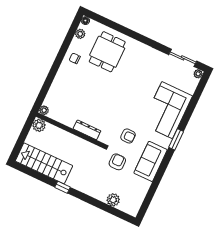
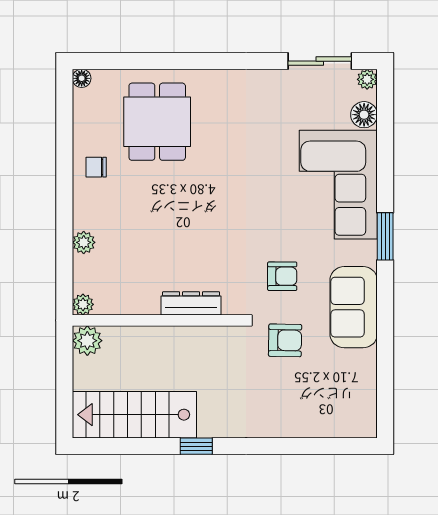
plant: (80, 34) -> (84, 242), moved
floor lamp: (190, 87) -> (364, 115), added
armchair: (117, 162) -> (285, 340), turned 91
plant: (113, 200) -> (314, 423), removed

